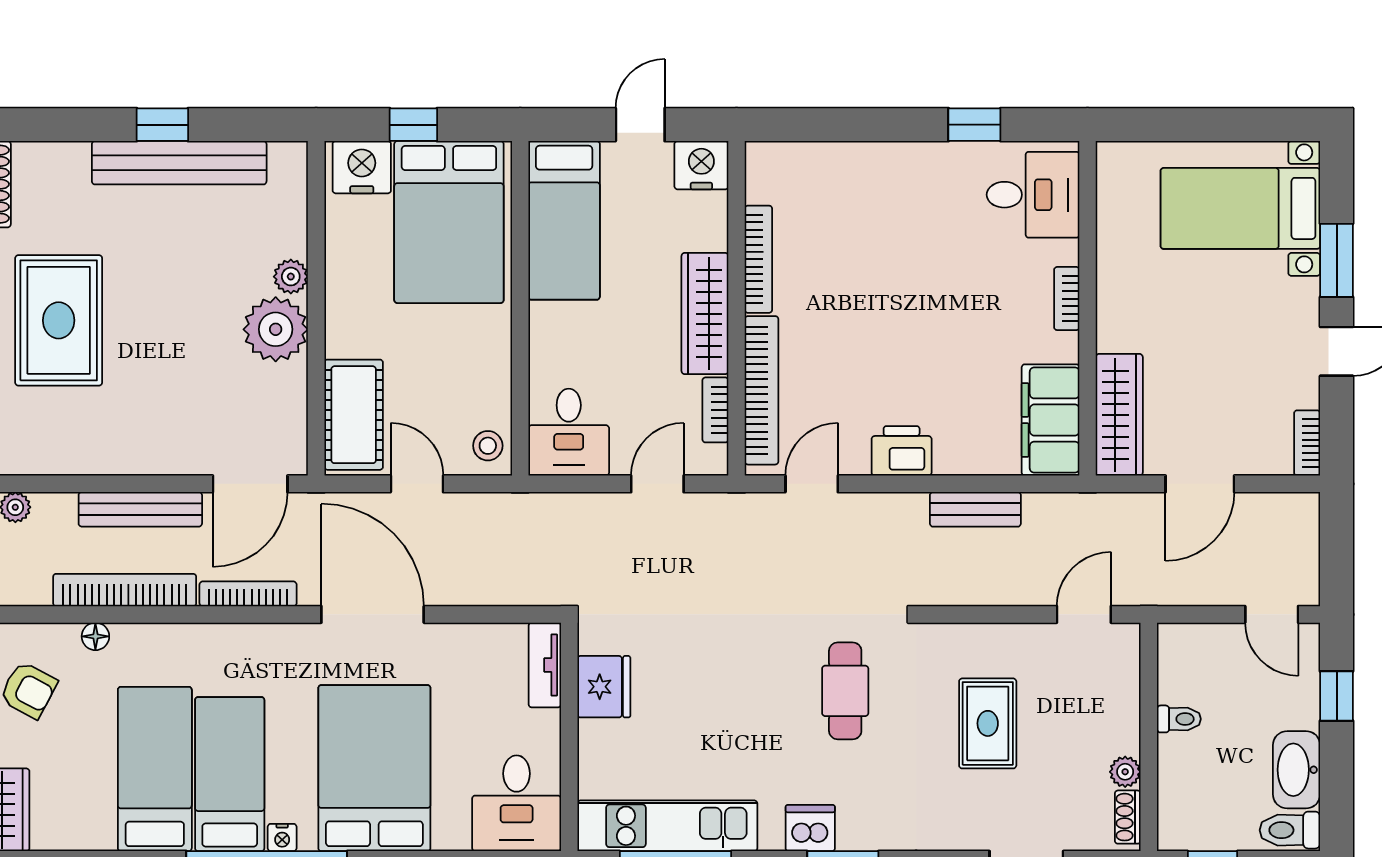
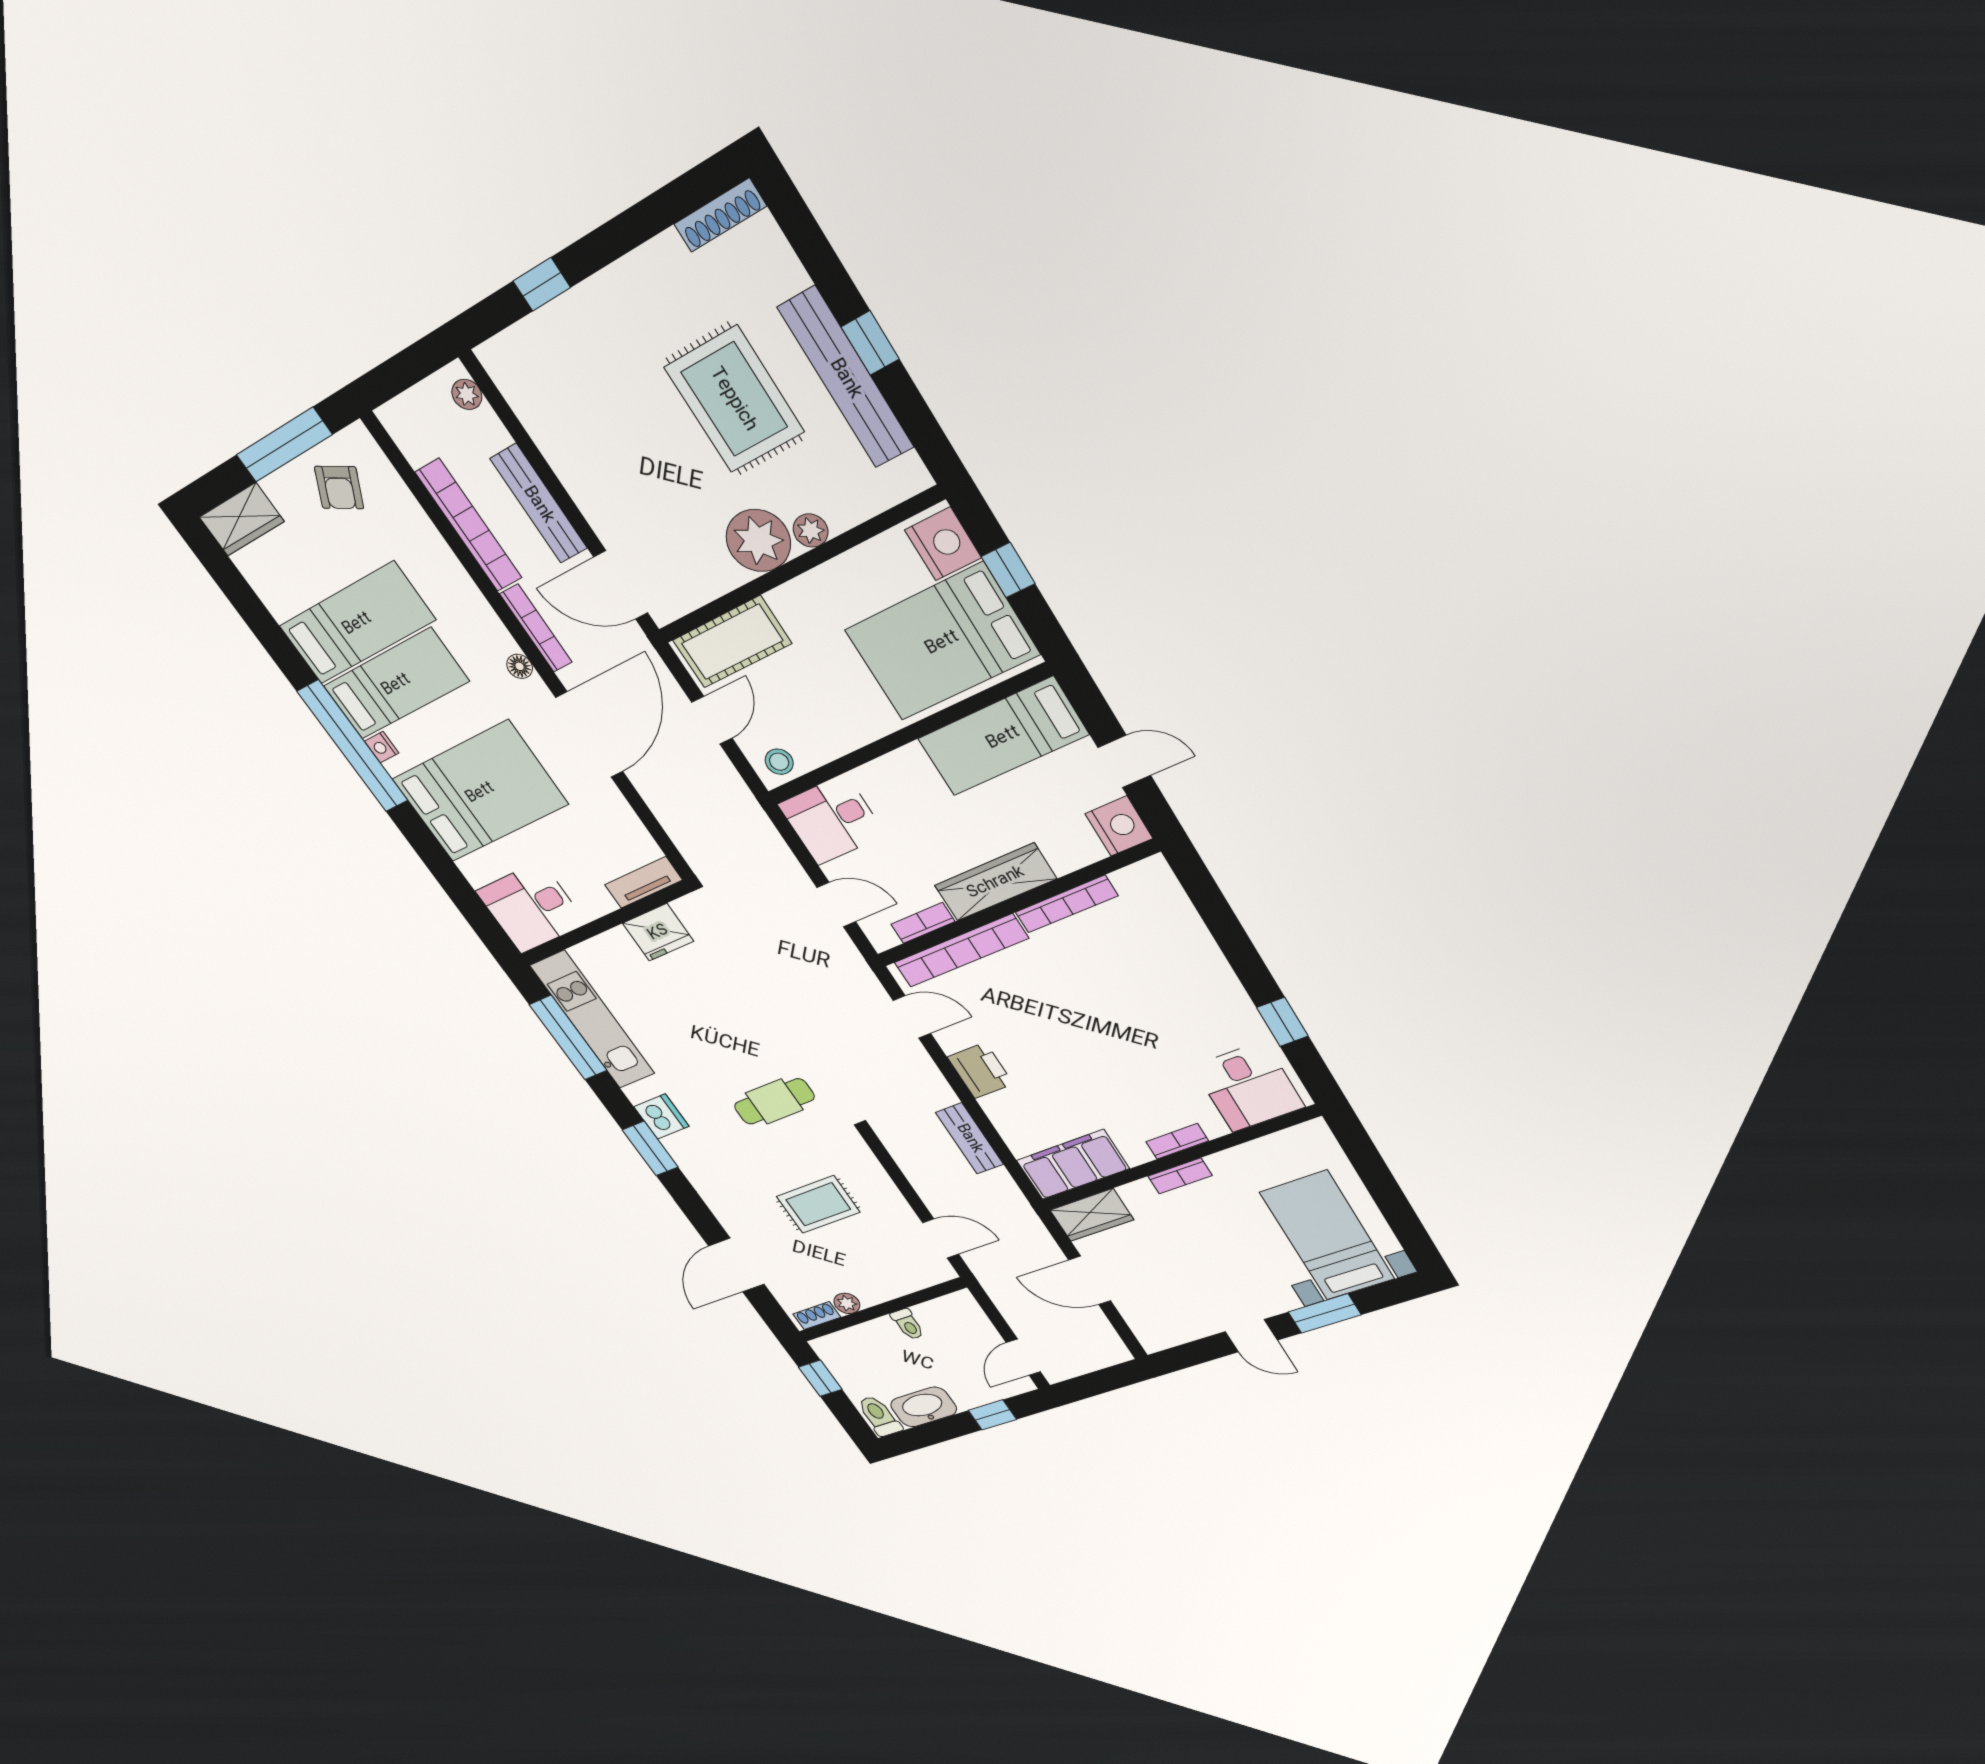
rug: (59, 320) -> (734, 399), moved, turned 90
wardrobe: (1119, 415) -> (1092, 1215), width x0.67
bookcase: (1307, 443) -> (1180, 1176), moved, turned 180
floor lamp: (95, 636) -> (520, 666), moved

